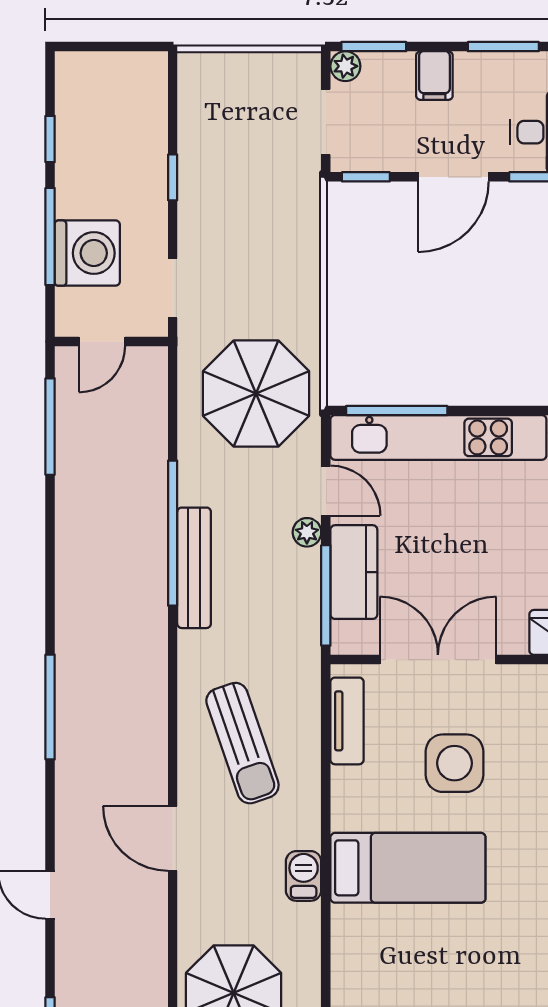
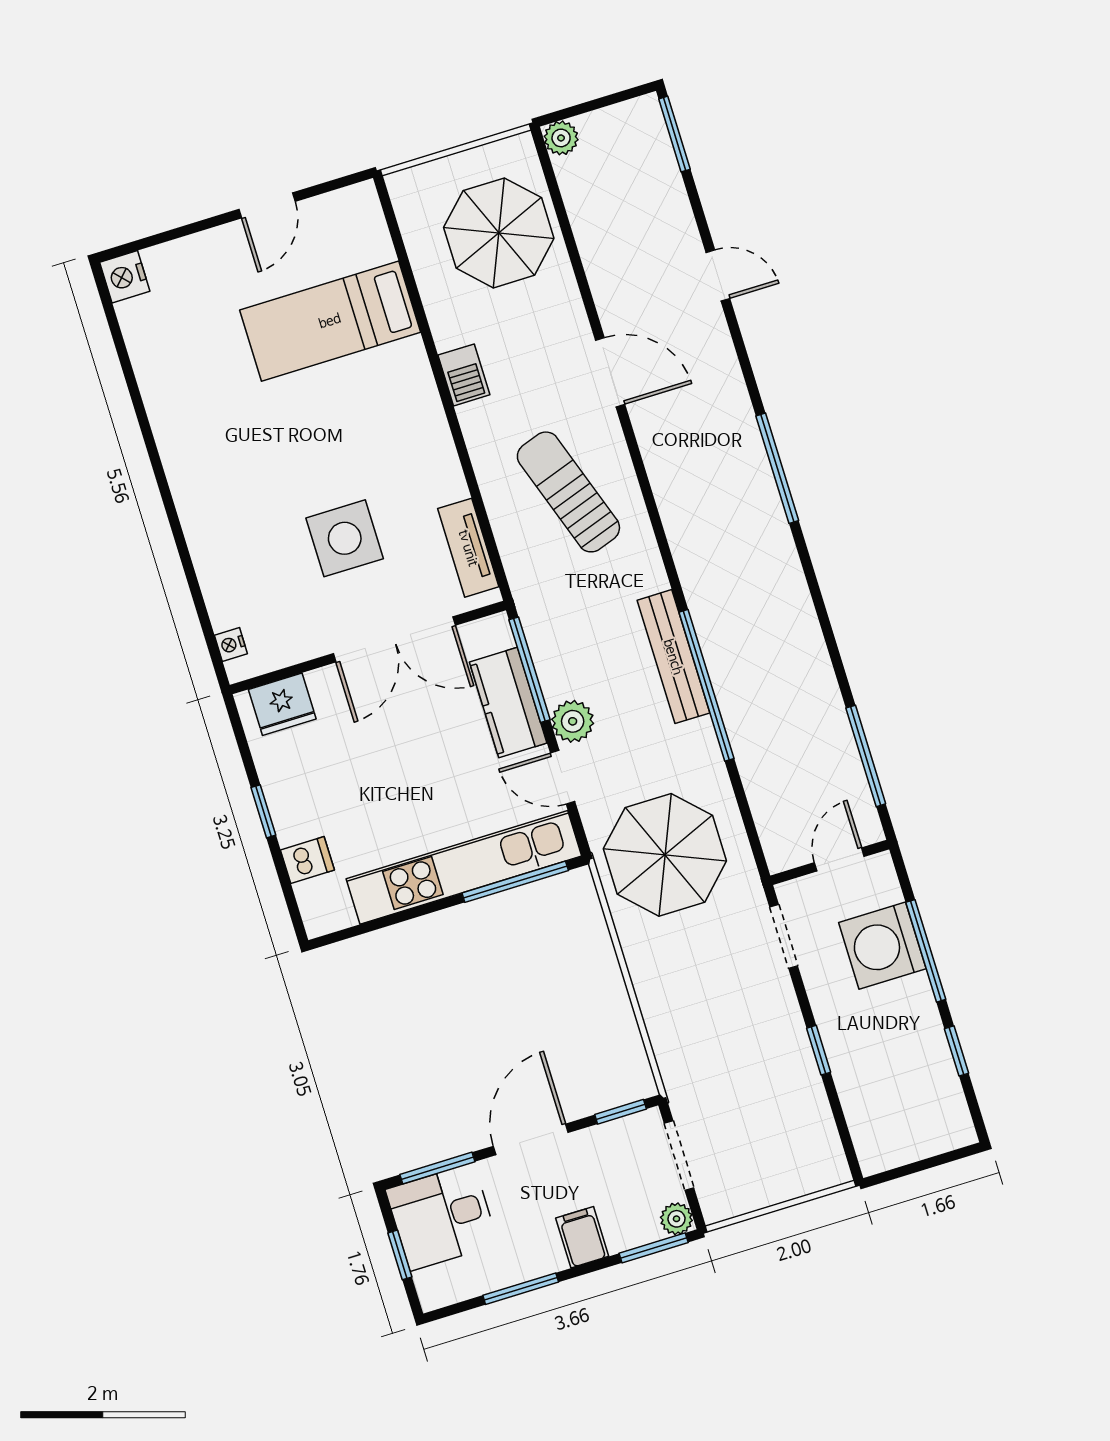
plant: (307, 532) -> (573, 721), width x1.38, depth x1.38
bed: (408, 868) -> (330, 321), moved

